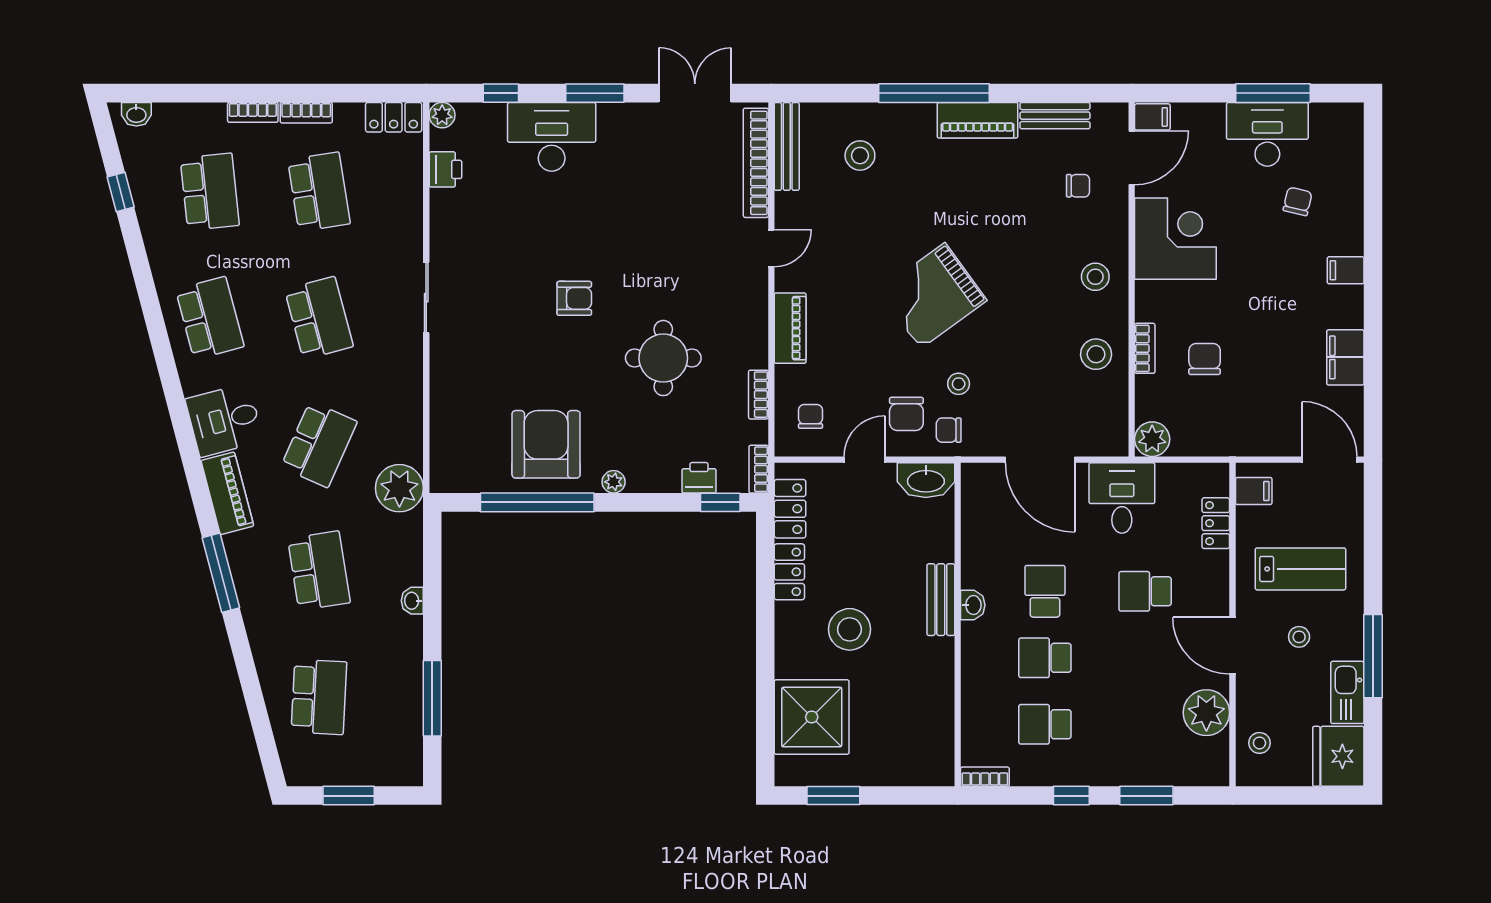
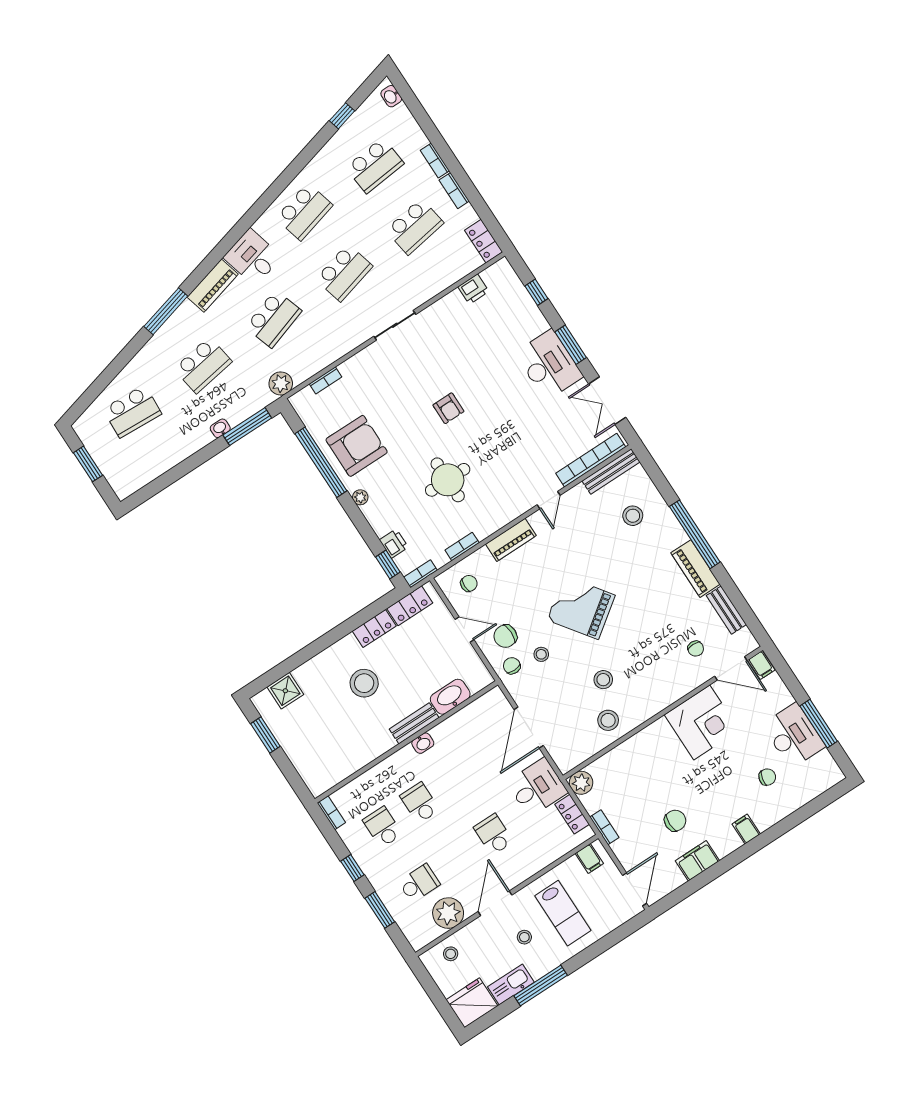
double door: (695, 93) -> (607, 401), swing flipped
plant: (442, 115) -> (503, 267), removed
desk: (552, 137) -> (549, 365), moved
door: (771, 248) -> (549, 500), hinge flipped
stool: (1095, 277) -> (603, 680), moved
bookcase: (1145, 348) -> (604, 827), moved, turned -90
chair: (1205, 359) -> (675, 821), moved
bookcase: (439, 430) -> (326, 380), added
school desk: (319, 444) -> (273, 319), turned -42
washbasin: (926, 480) -> (450, 697), moved, turned 90
plant: (399, 488) -> (281, 383), width x0.73, depth x0.73
locker: (1216, 523) -> (572, 814), moved, turned -90
school desk: (1045, 591) -> (419, 883), moved
window: (432, 698) -> (247, 427), moved
shower: (812, 717) -> (285, 691), width x0.54, depth x0.54

